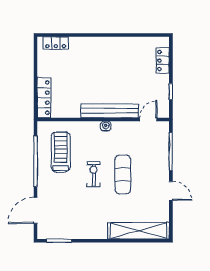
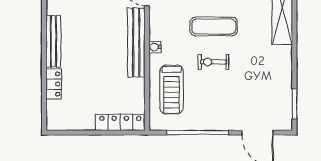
locker: (56, 43) -> (54, 84), moved
bench: (110, 43) -> (53, 41), added
treadmill: (61, 152) -> (172, 89), moved, turned -90

